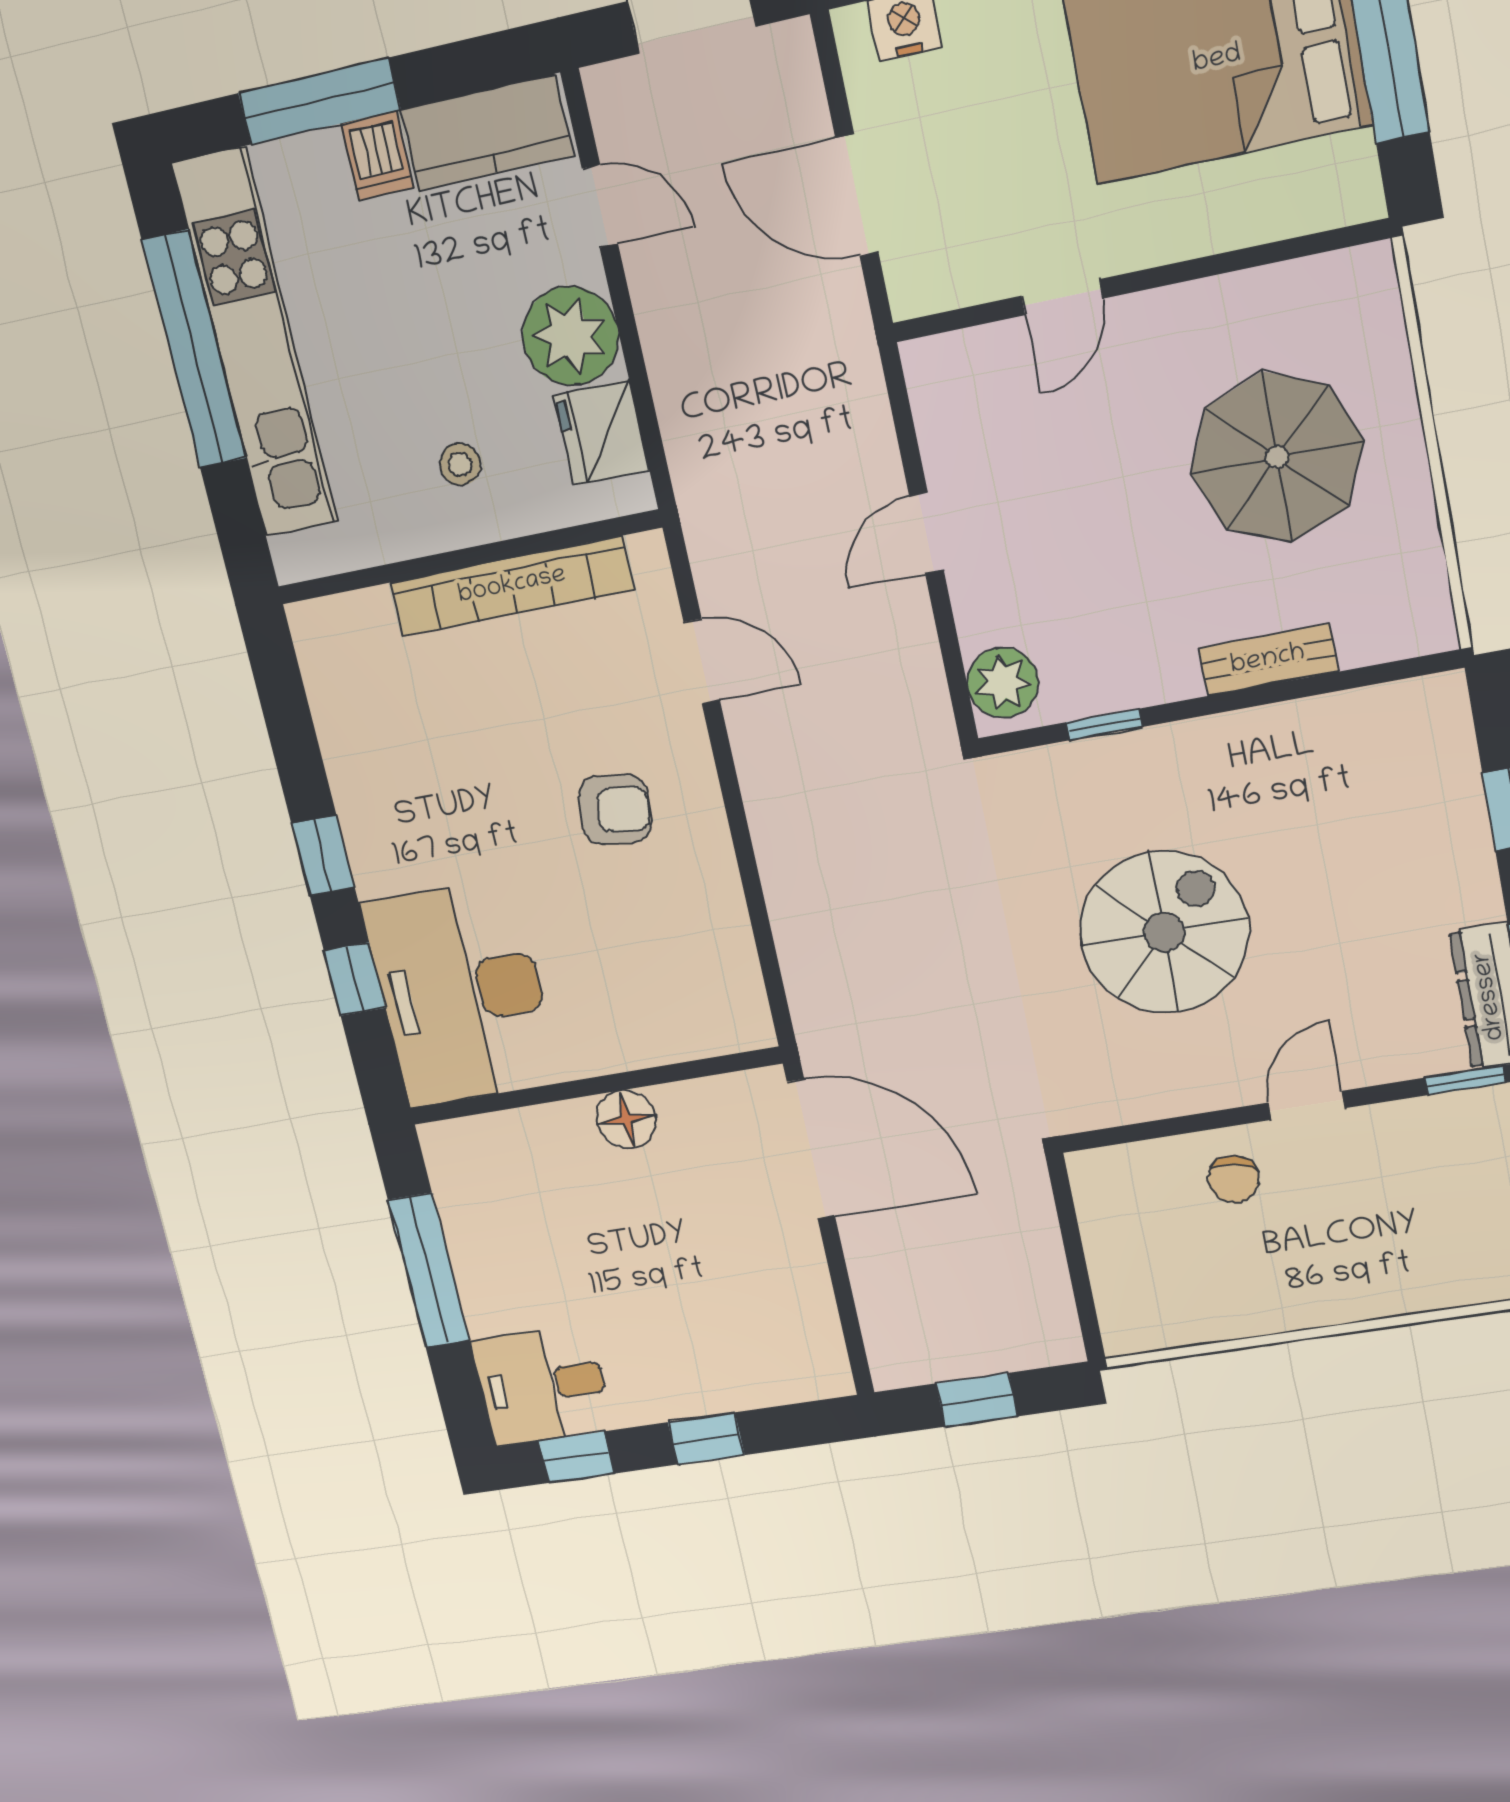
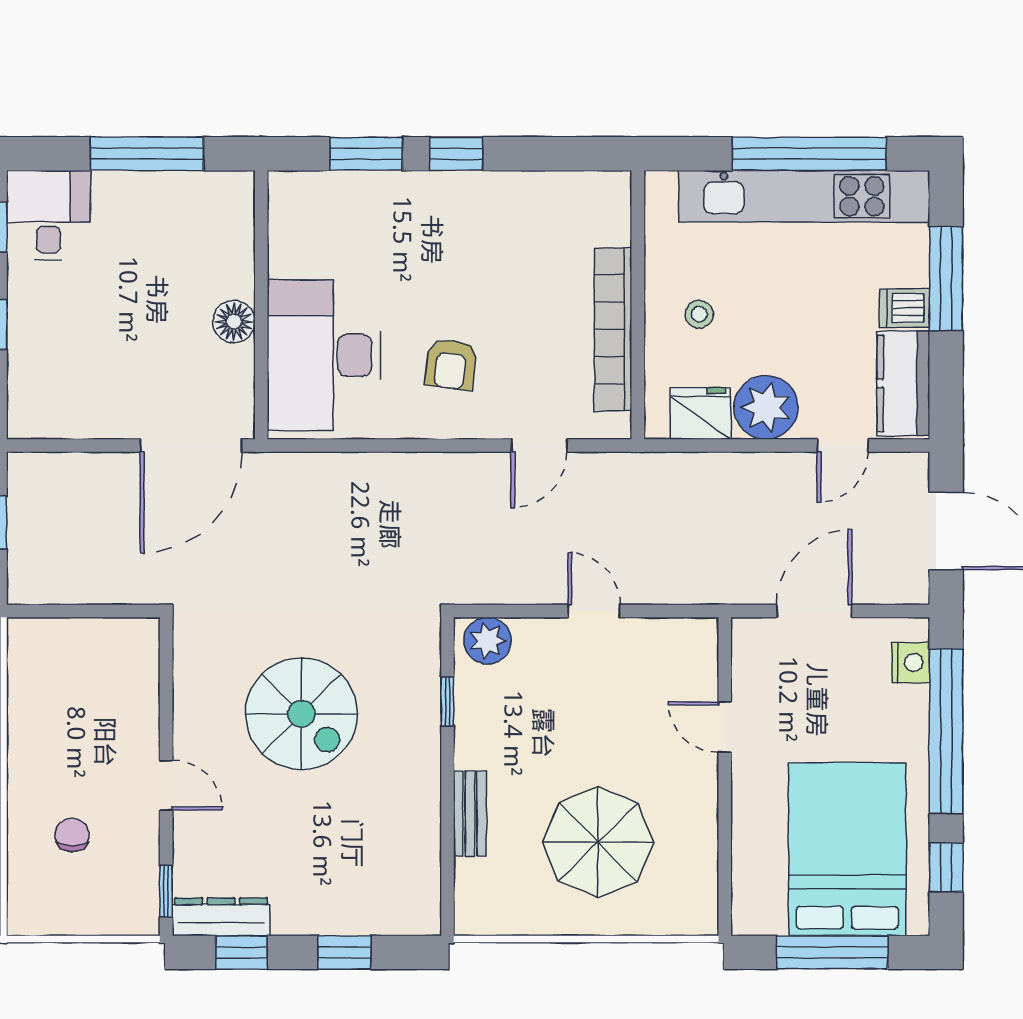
window: (355, 979) -> (366, 154), width x1.50
desk: (461, 993) -> (324, 355), moved, turned -90
chair: (1234, 1179) -> (72, 835), moved, turned 77

